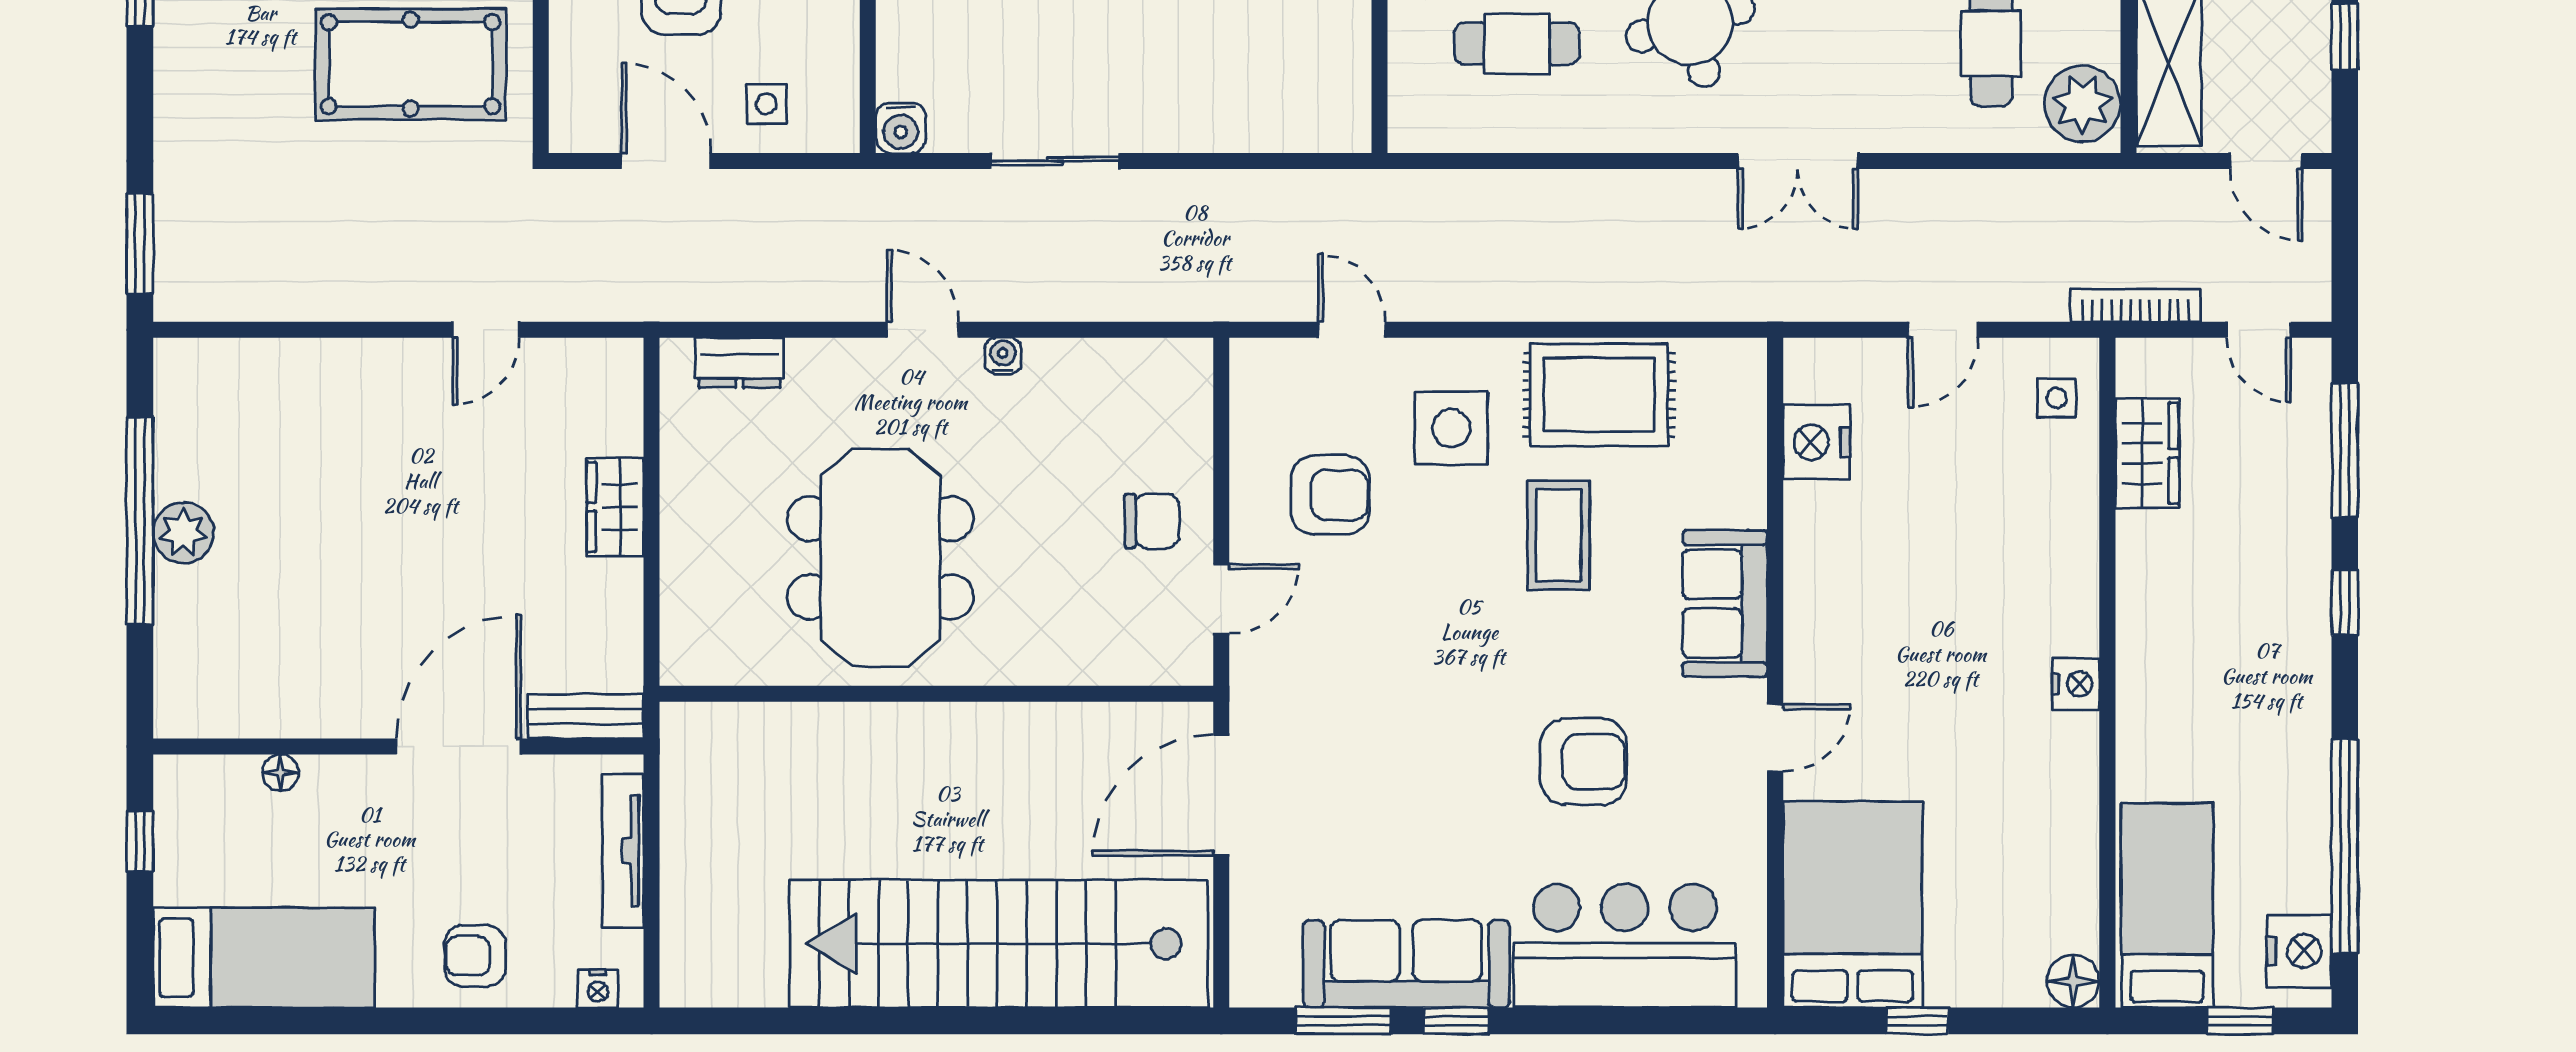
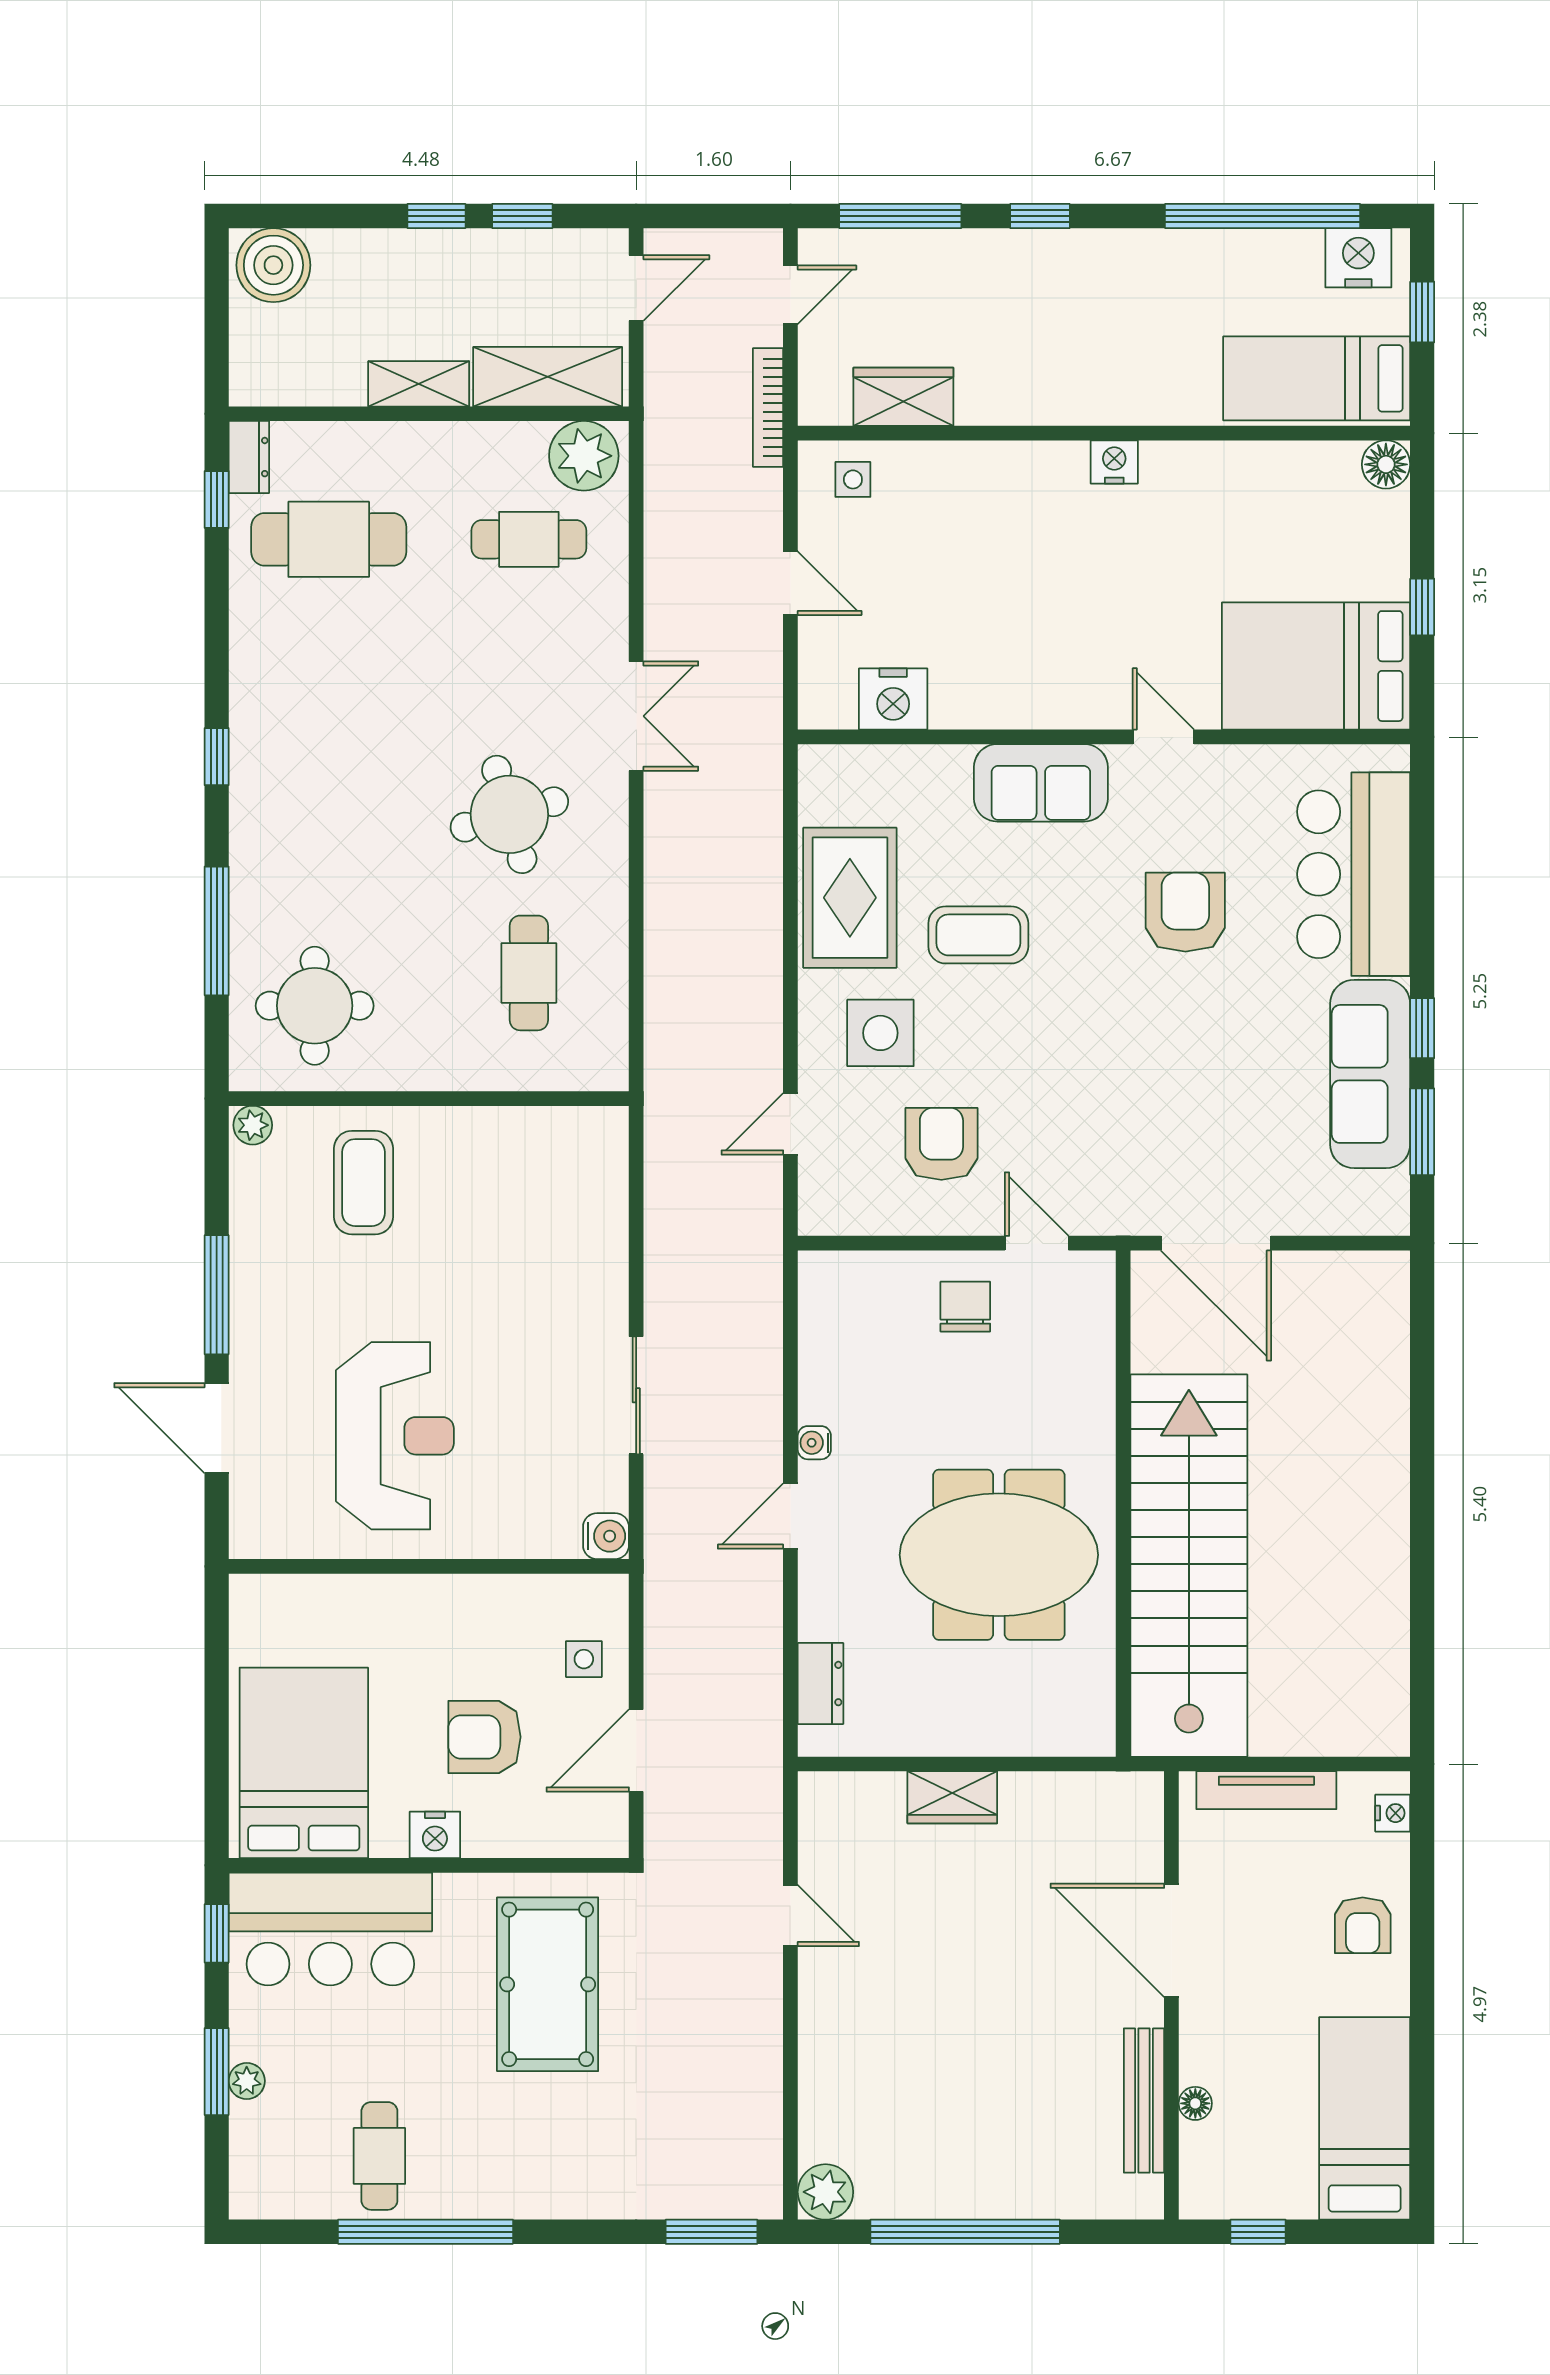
plant: (183, 533) -> (825, 2192), moved
bench: (586, 717) -> (1144, 2101), moved, width x1.36
stairs: (999, 944) -> (1189, 1566), moved, turned 180

